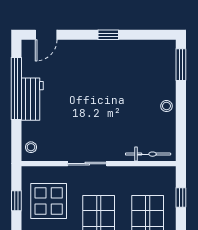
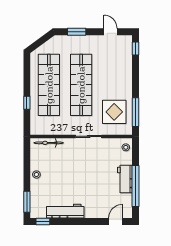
window: (108, 35) -> (43, 221), moved
workbench: (123, 50) -> (65, 211), added
window: (181, 197) -> (27, 103), moved
window: (16, 201) -> (135, 112), width x2.17

